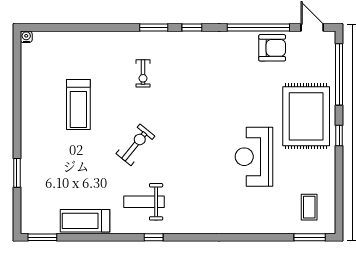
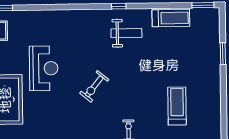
exercise bike: (135, 145) -> (94, 86), moved

